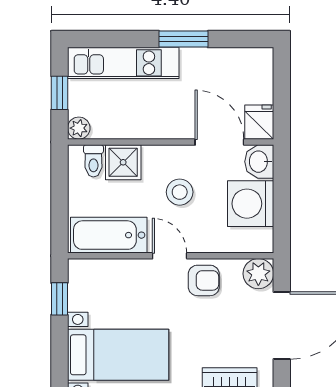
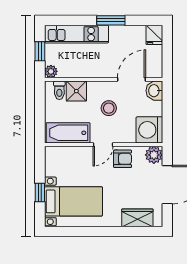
fridge: (259, 122) -> (154, 35), moved, turned 180
door: (219, 142) -> (132, 79), hinge flipped
washing machine: (251, 204) -> (149, 130), moved
door: (170, 256) -> (103, 145), swing flipped
window: (59, 299) -> (40, 192), moved

